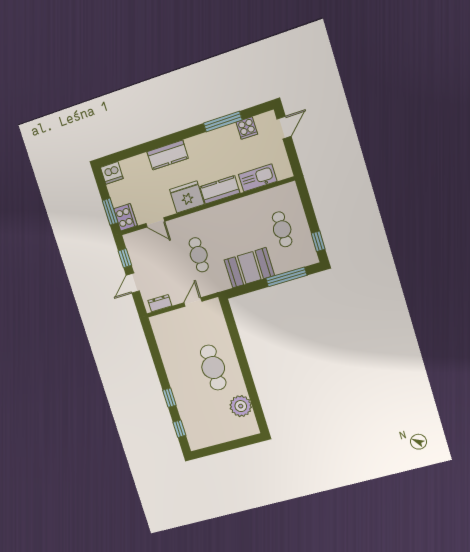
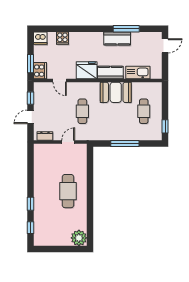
cooker: (247, 128) -> (62, 38), moved
kitchen counter: (168, 155) -> (117, 39), moved
booth: (249, 268) -> (116, 92), moved
window: (286, 277) -> (125, 144), moved
plant: (241, 406) -> (79, 238), moved

